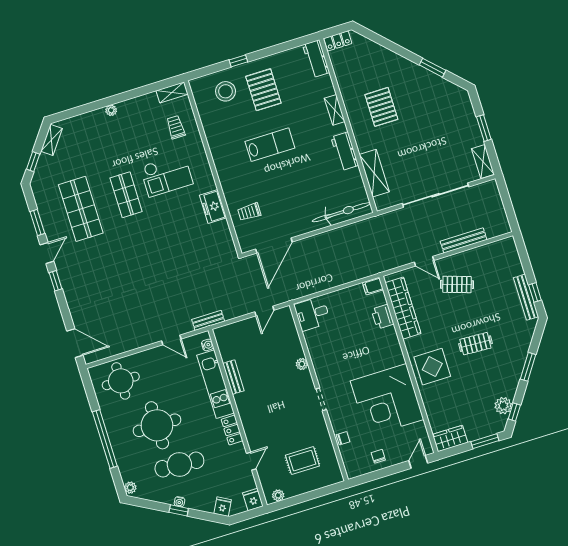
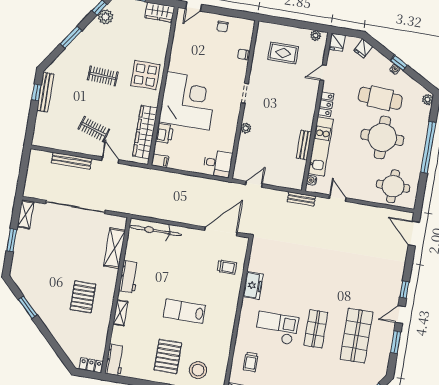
corner desk: (387, 400) -> (188, 101), moved

